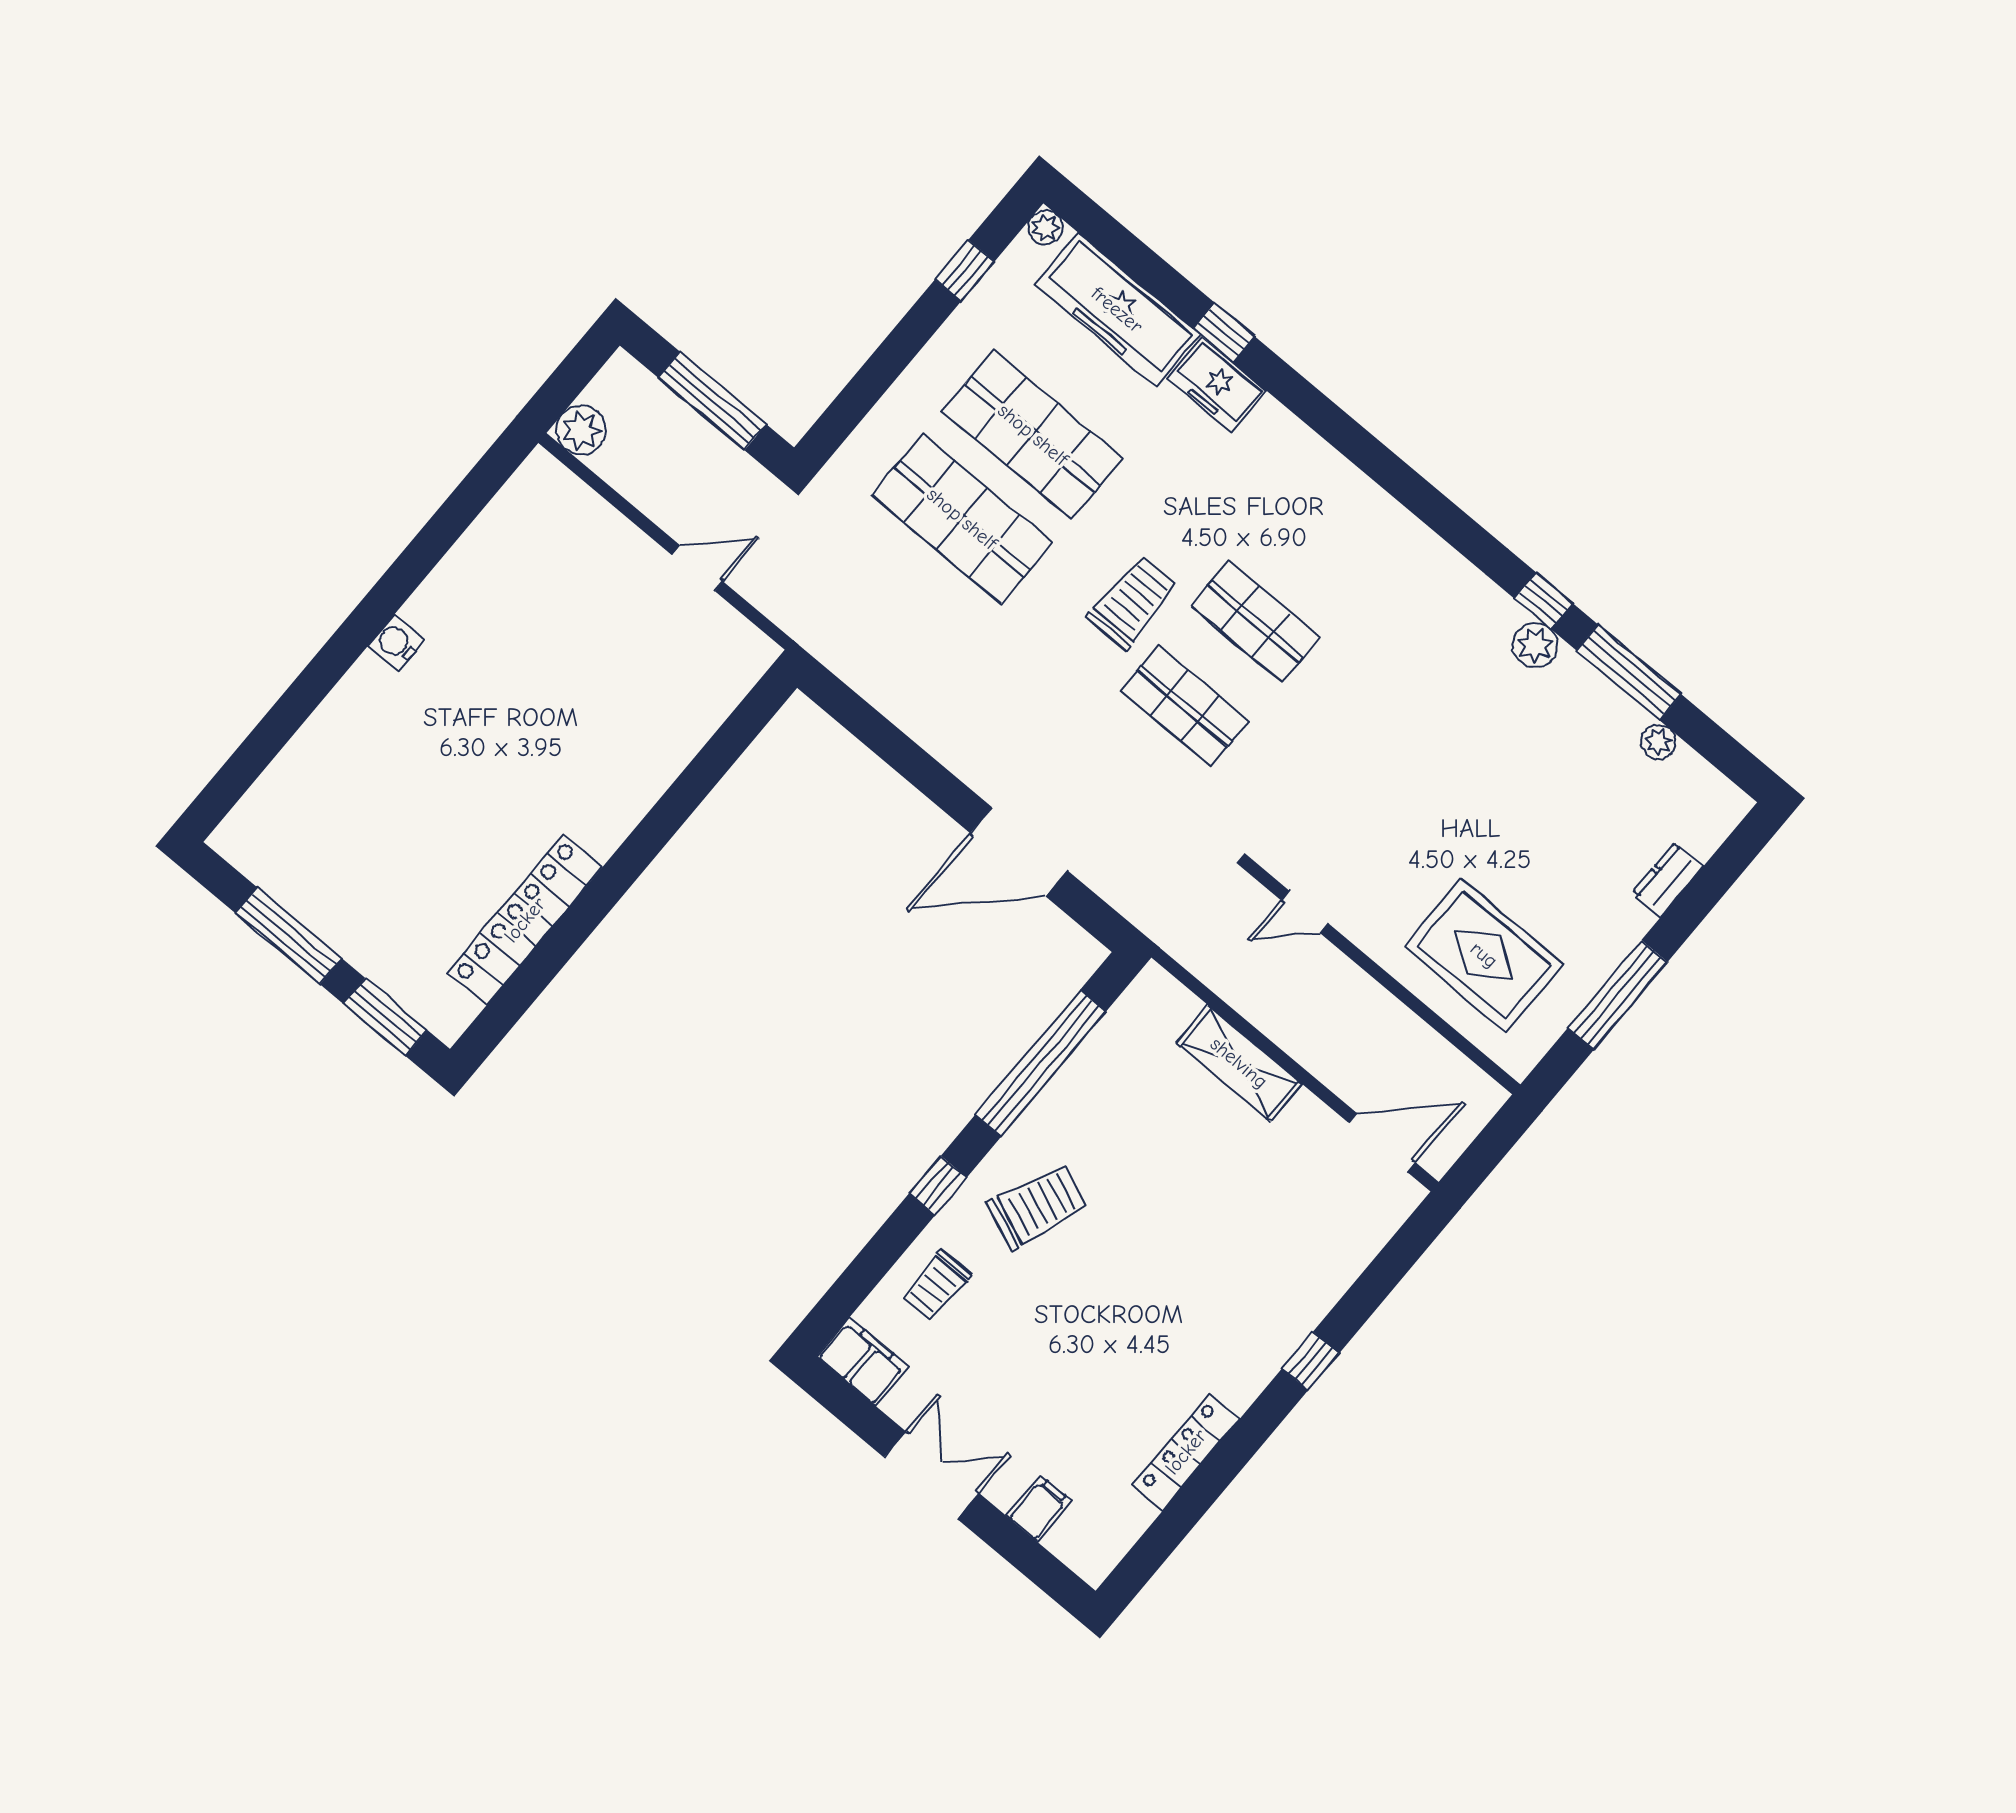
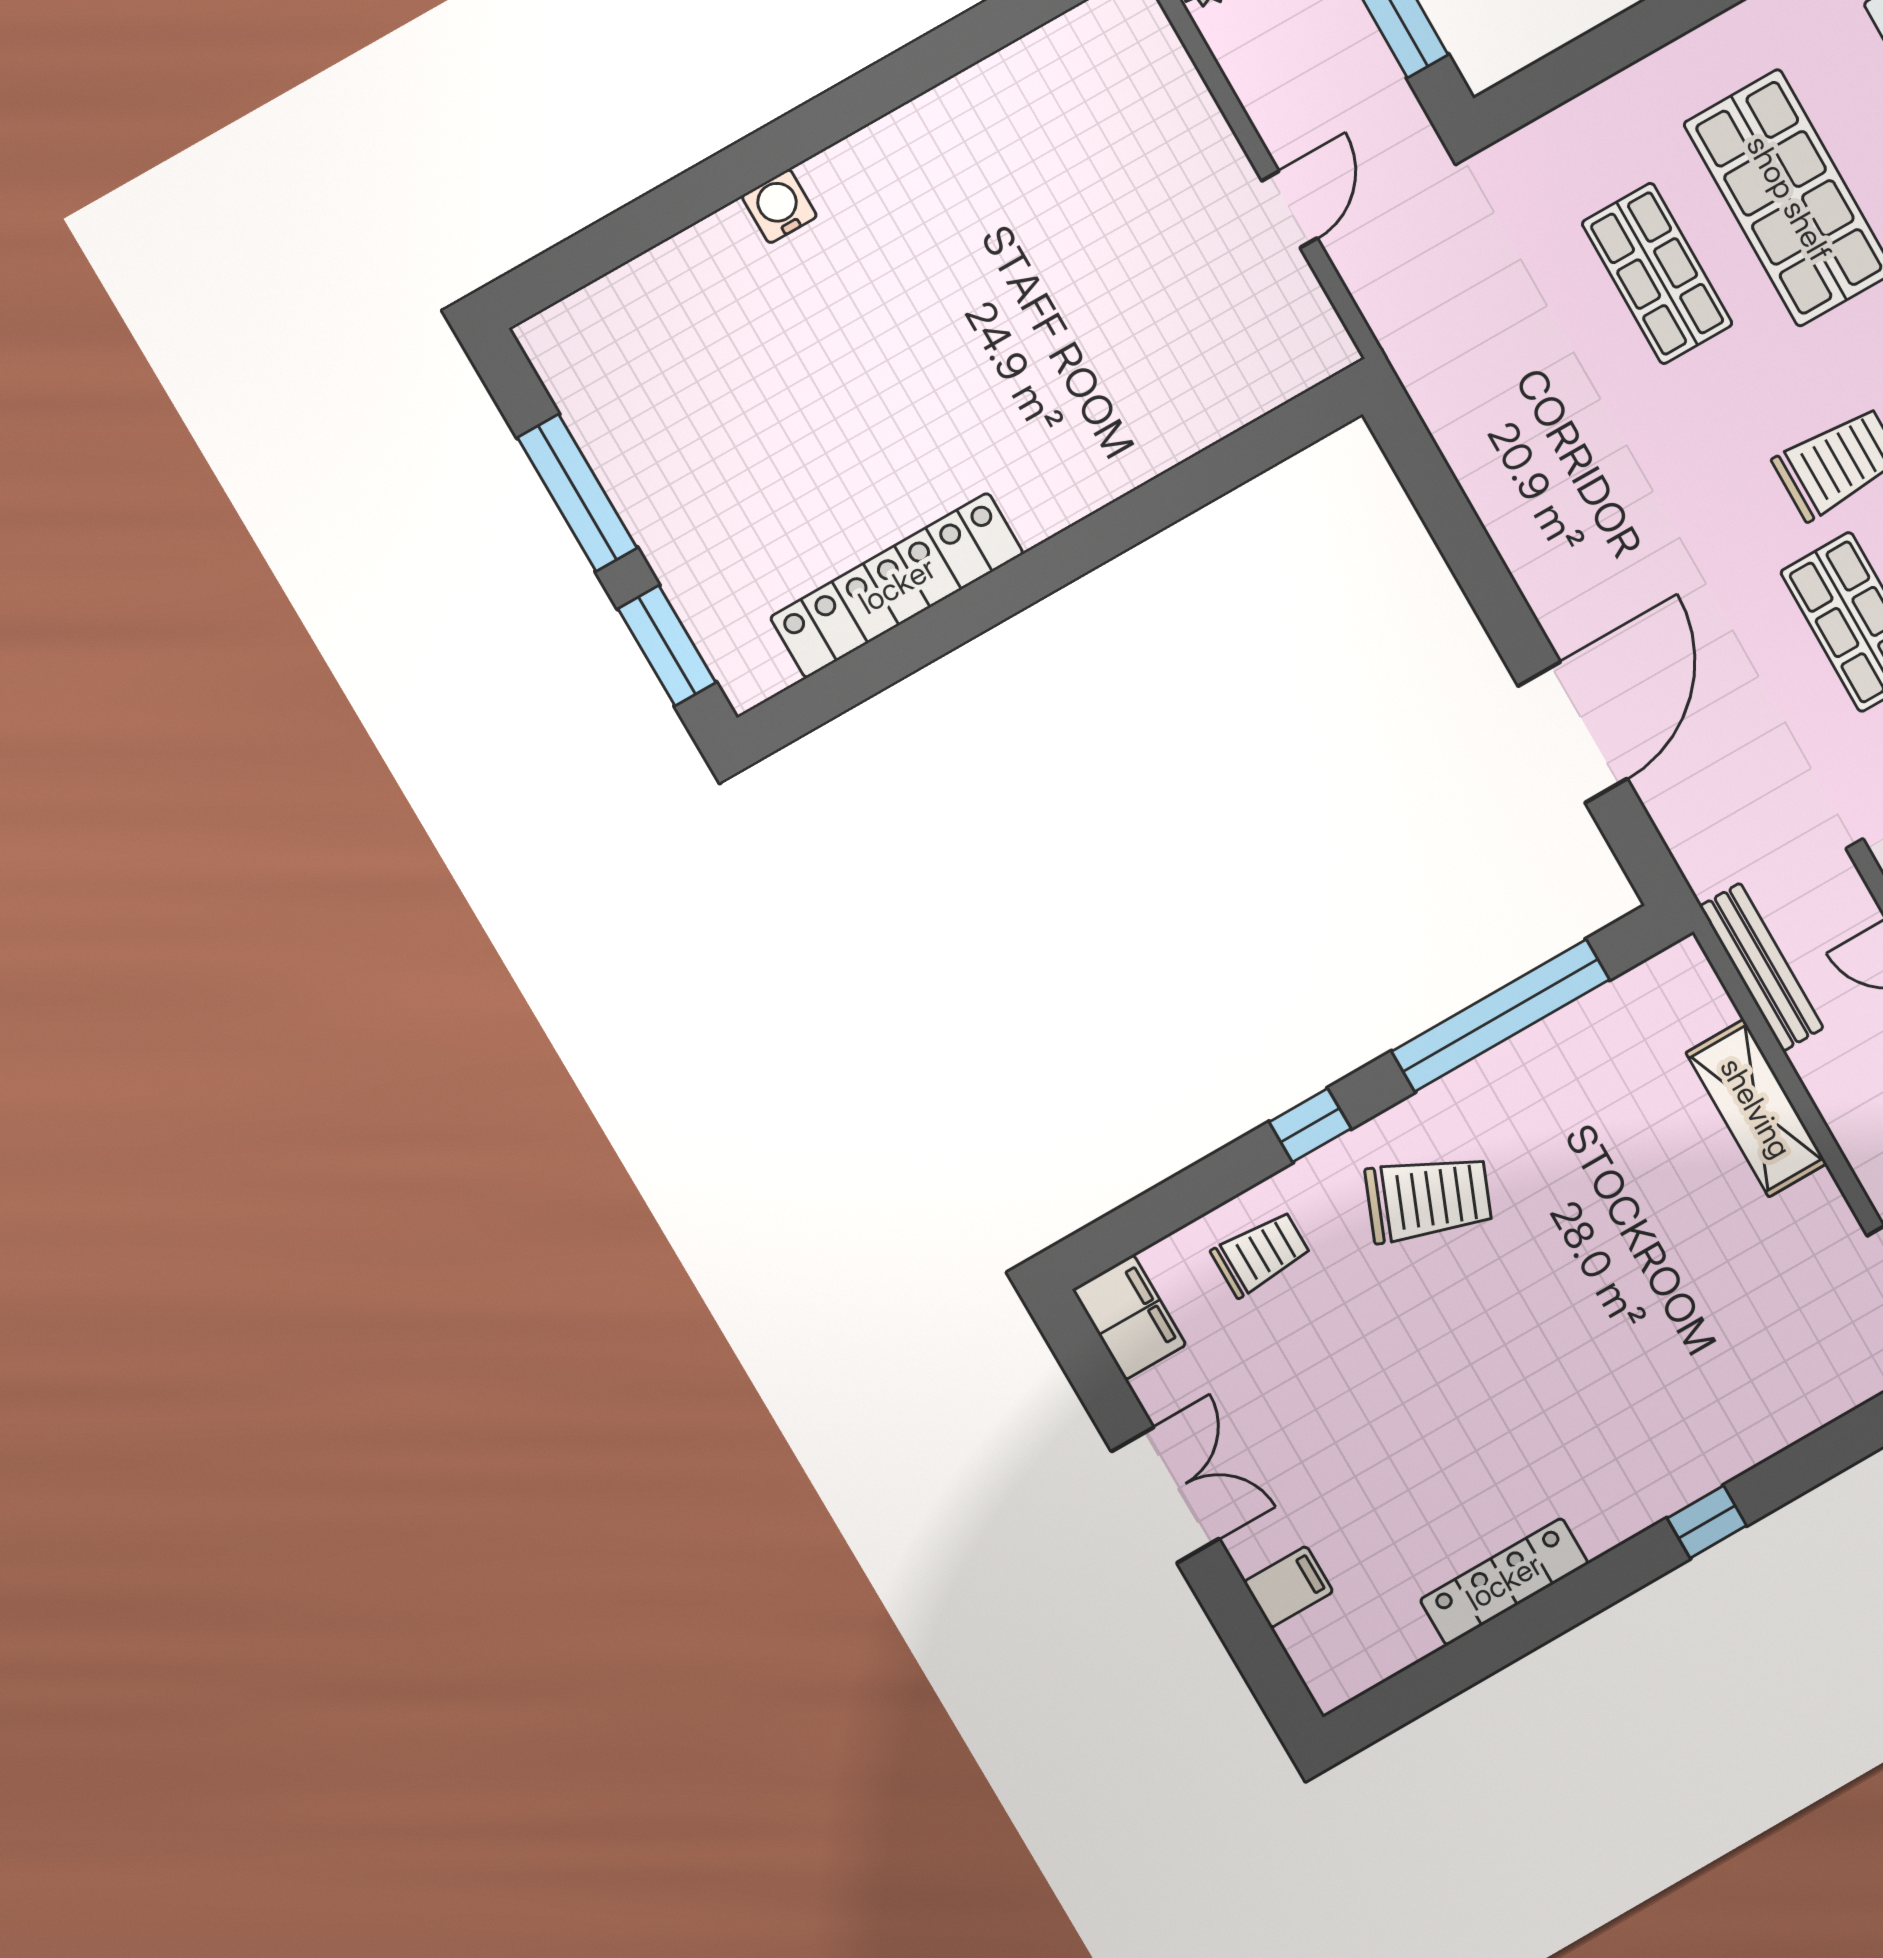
shop shelf: (962, 519) -> (1657, 274), width x0.70, depth x0.74
door: (697, 568) -> (1290, 209), hinge flipped
water cooler: (396, 643) -> (779, 206), moved
door: (1019, 852) -> (1573, 732), swing flipped
bench: (1207, 965) -> (1762, 967), added
trolley: (937, 1286) -> (1261, 1254), turned 180

